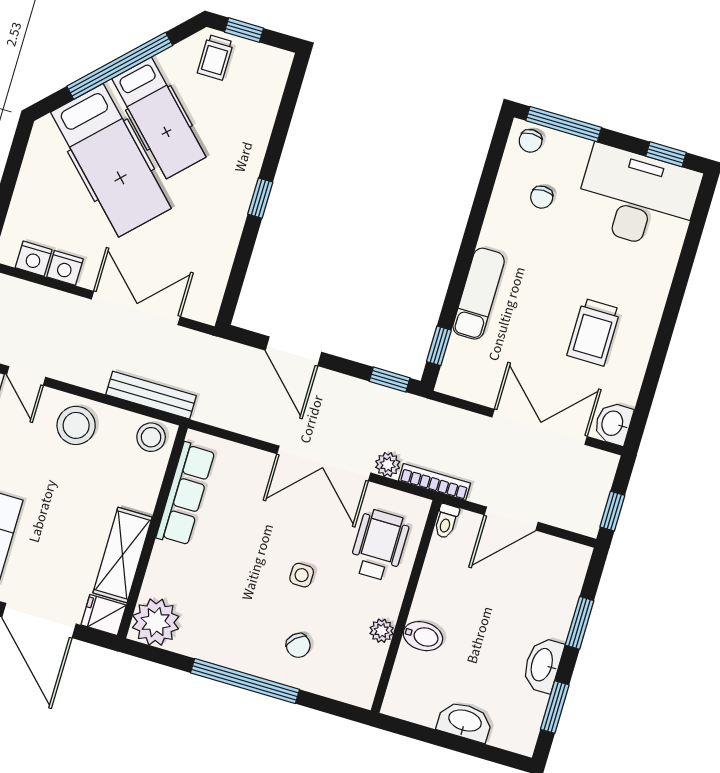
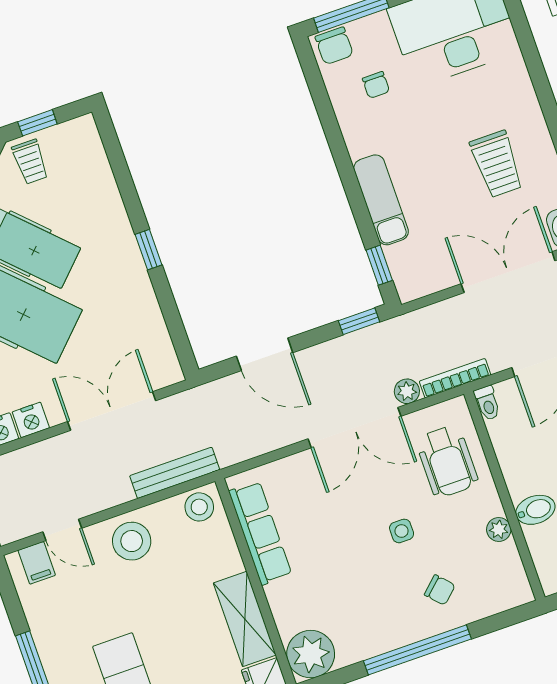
chair: (531, 141) -> (334, 46), width x1.37, depth x1.37
wheelchair: (379, 545) -> (447, 461), turned 180

